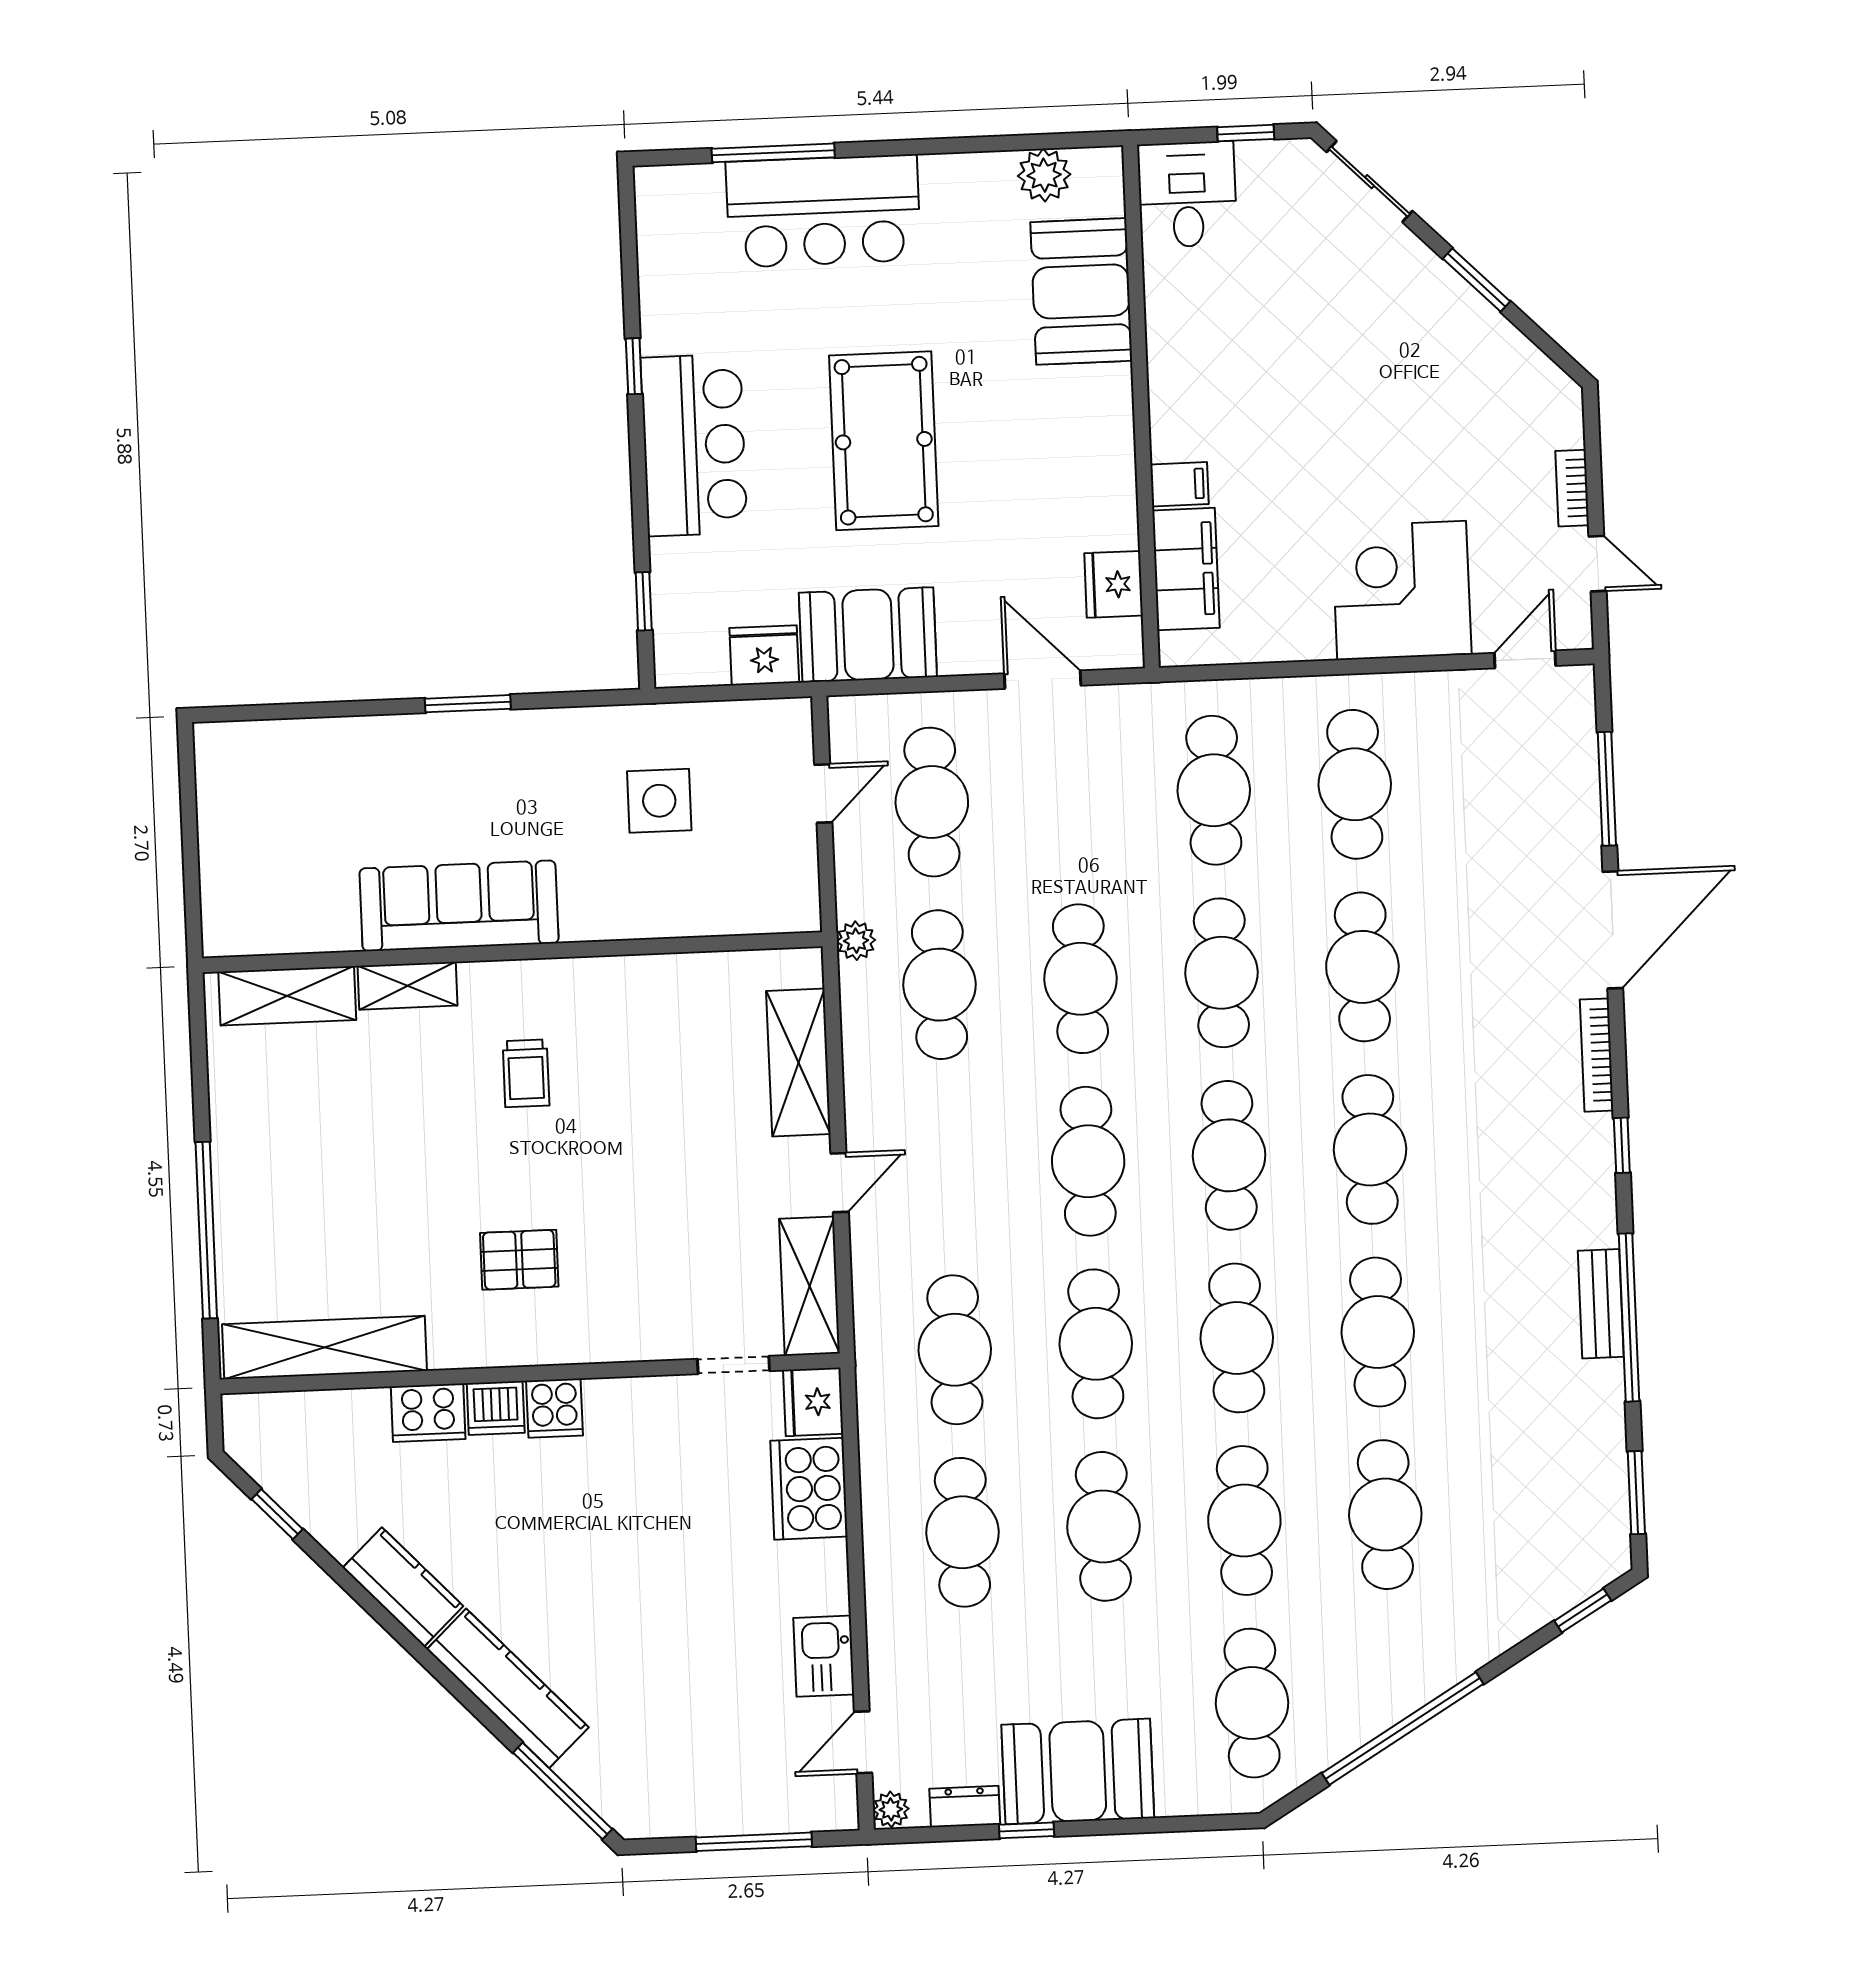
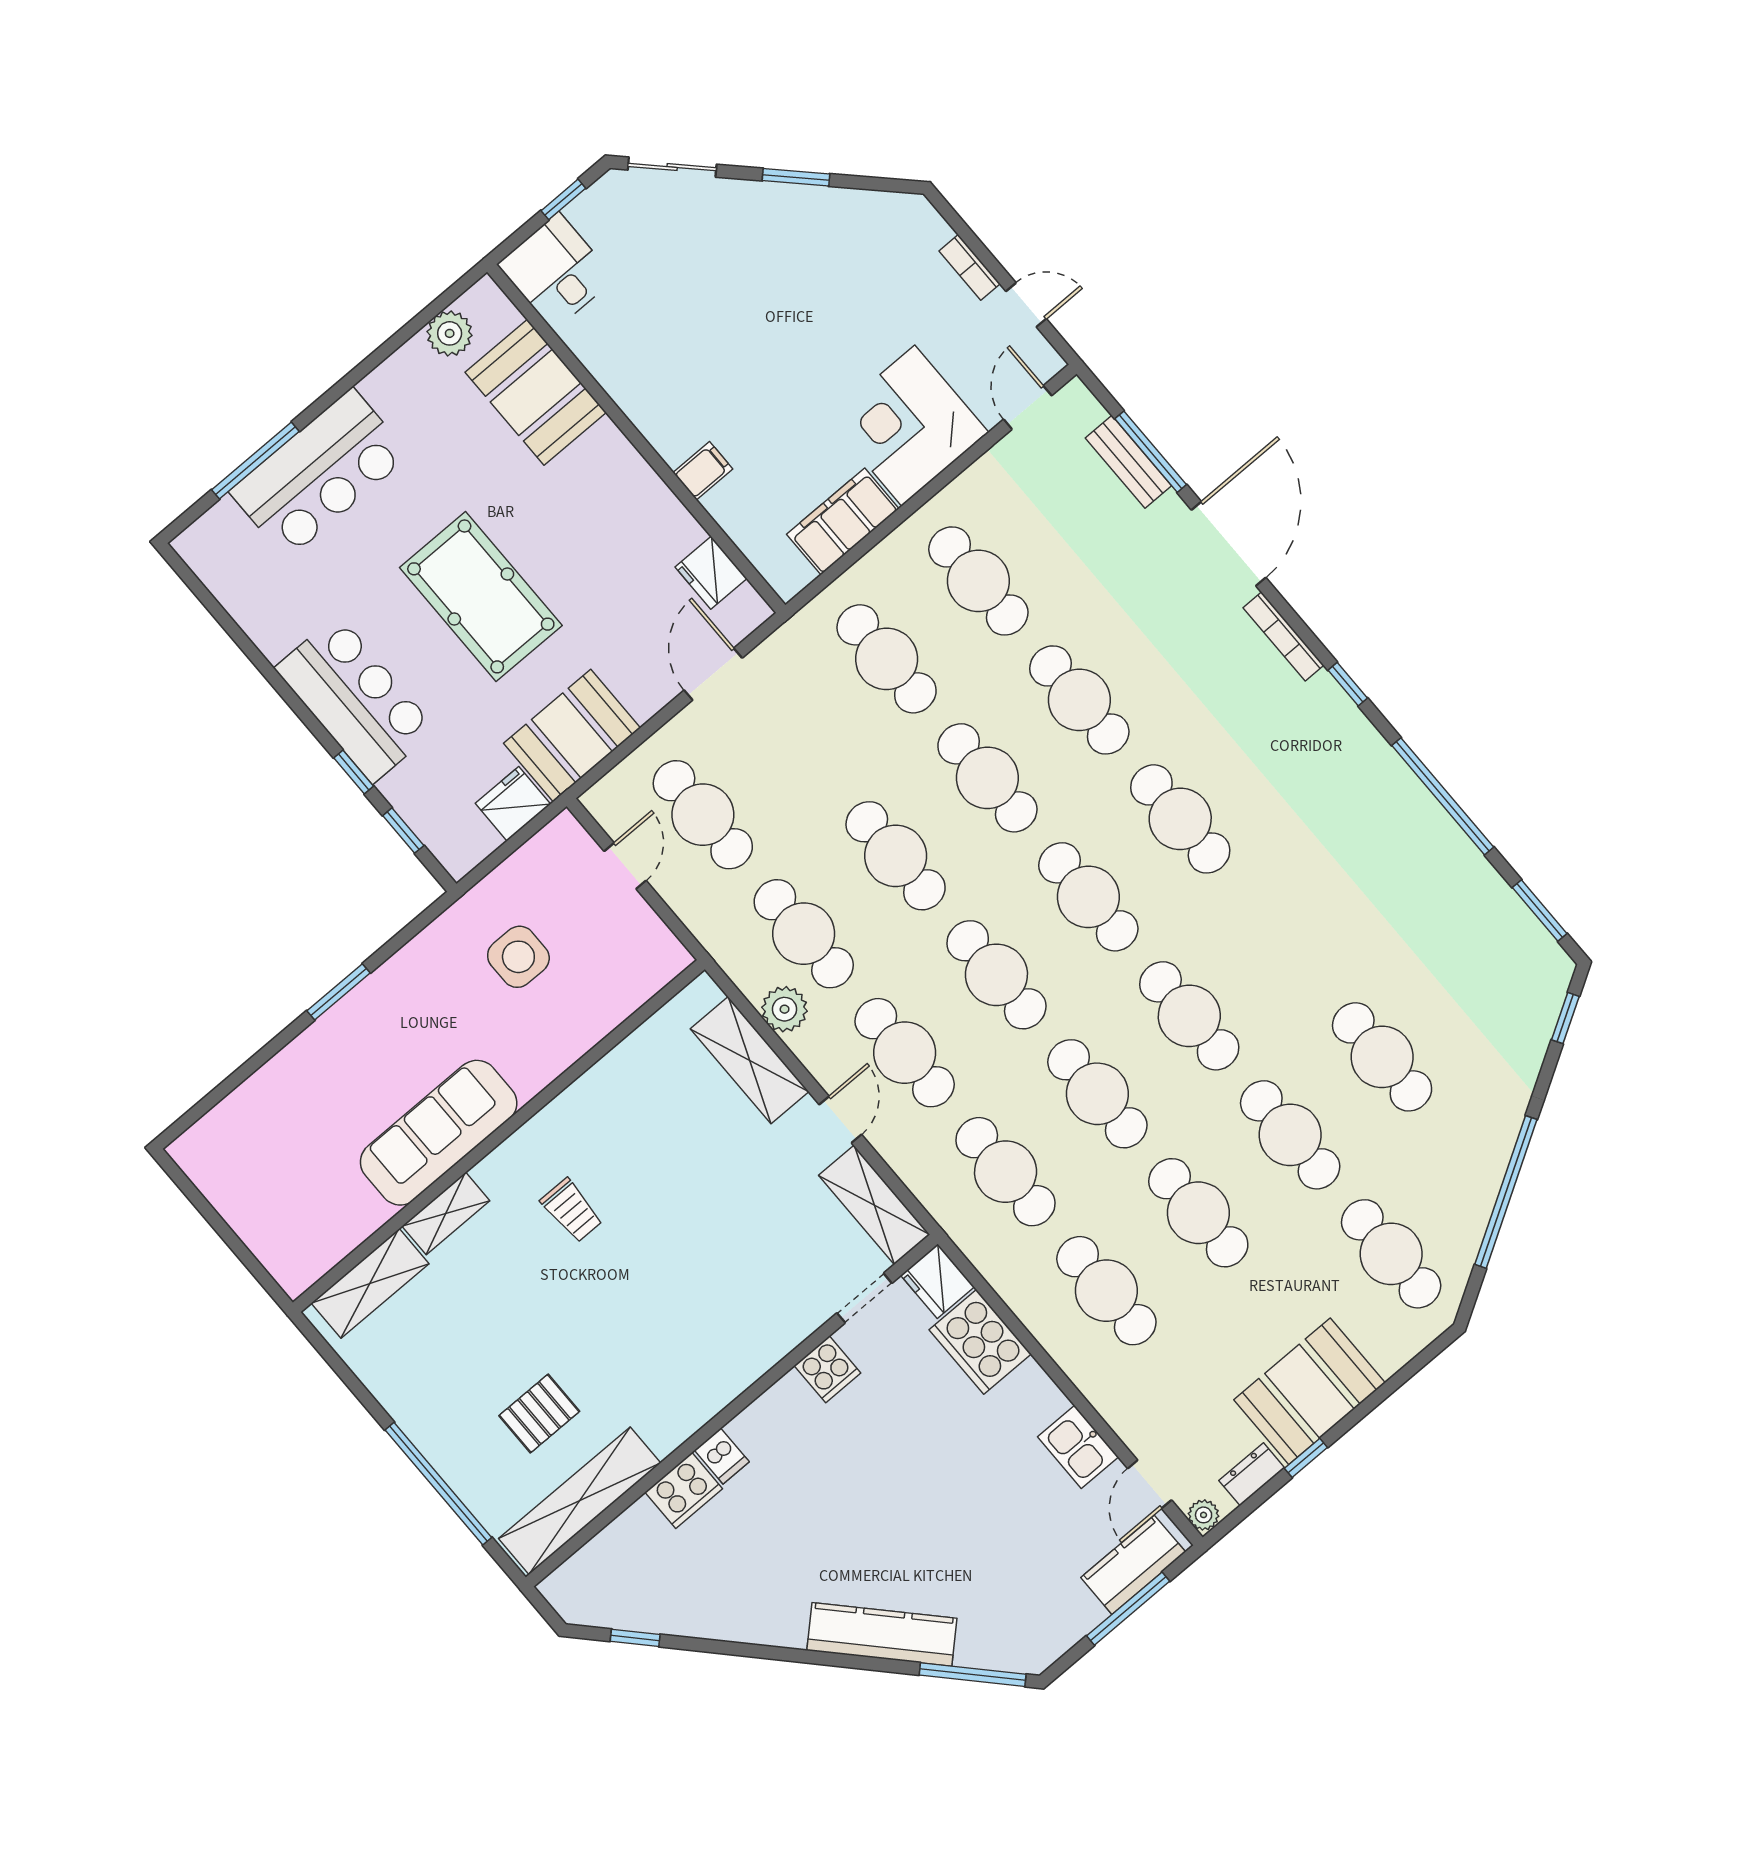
window: (634, 366) -> (354, 772), moved
filing cabinet: (1186, 569) -> (843, 521), moved, turned -90
door: (1043, 680) -> (713, 674), hinge flipped
plant: (856, 941) -> (785, 1009), moved, width x1.38, depth x1.38
pallet: (519, 1260) -> (539, 1413), moved
bench: (1601, 1304) -> (1128, 462), moved
cafe table: (1378, 1332) -> (905, 1053), moved
dishwasher: (496, 1408) -> (722, 1456), width x0.73
cooker: (554, 1408) -> (827, 1369), moved
kitchen counter: (403, 1587) -> (1133, 1565), moved, turned -47

